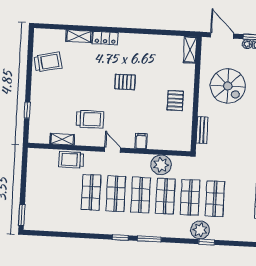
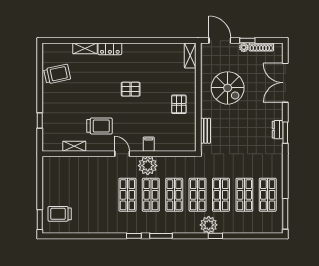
trolley: (71, 160) -> (60, 214), moved
plant: (161, 165) -> (148, 166), moved
shop shelf: (91, 192) -> (244, 195), moved

